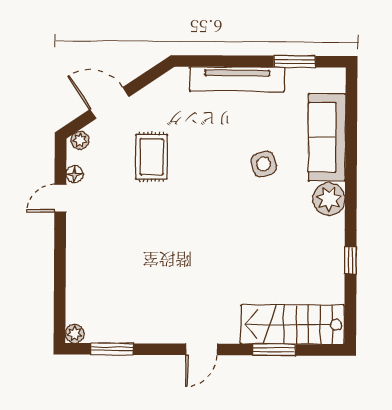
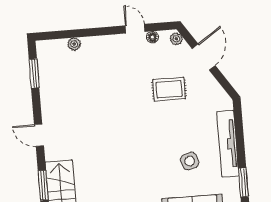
side table: (264, 164) -> (190, 161), moved
plant: (75, 334) -> (74, 44), moved

